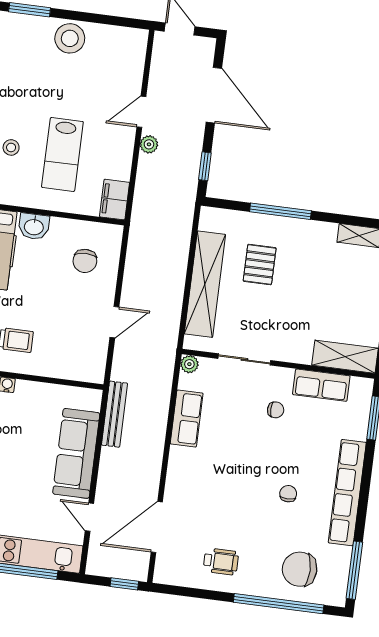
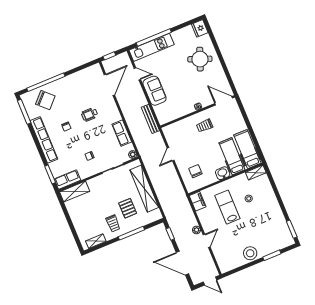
trolley: (305, 251) -> (113, 223), added
row of seats: (321, 385) -> (67, 180), moved
sofa: (76, 453) -> (155, 91), width x0.73
wheelchair: (221, 562) -> (90, 114), moved
chair: (300, 569) -> (45, 100), turned 44

